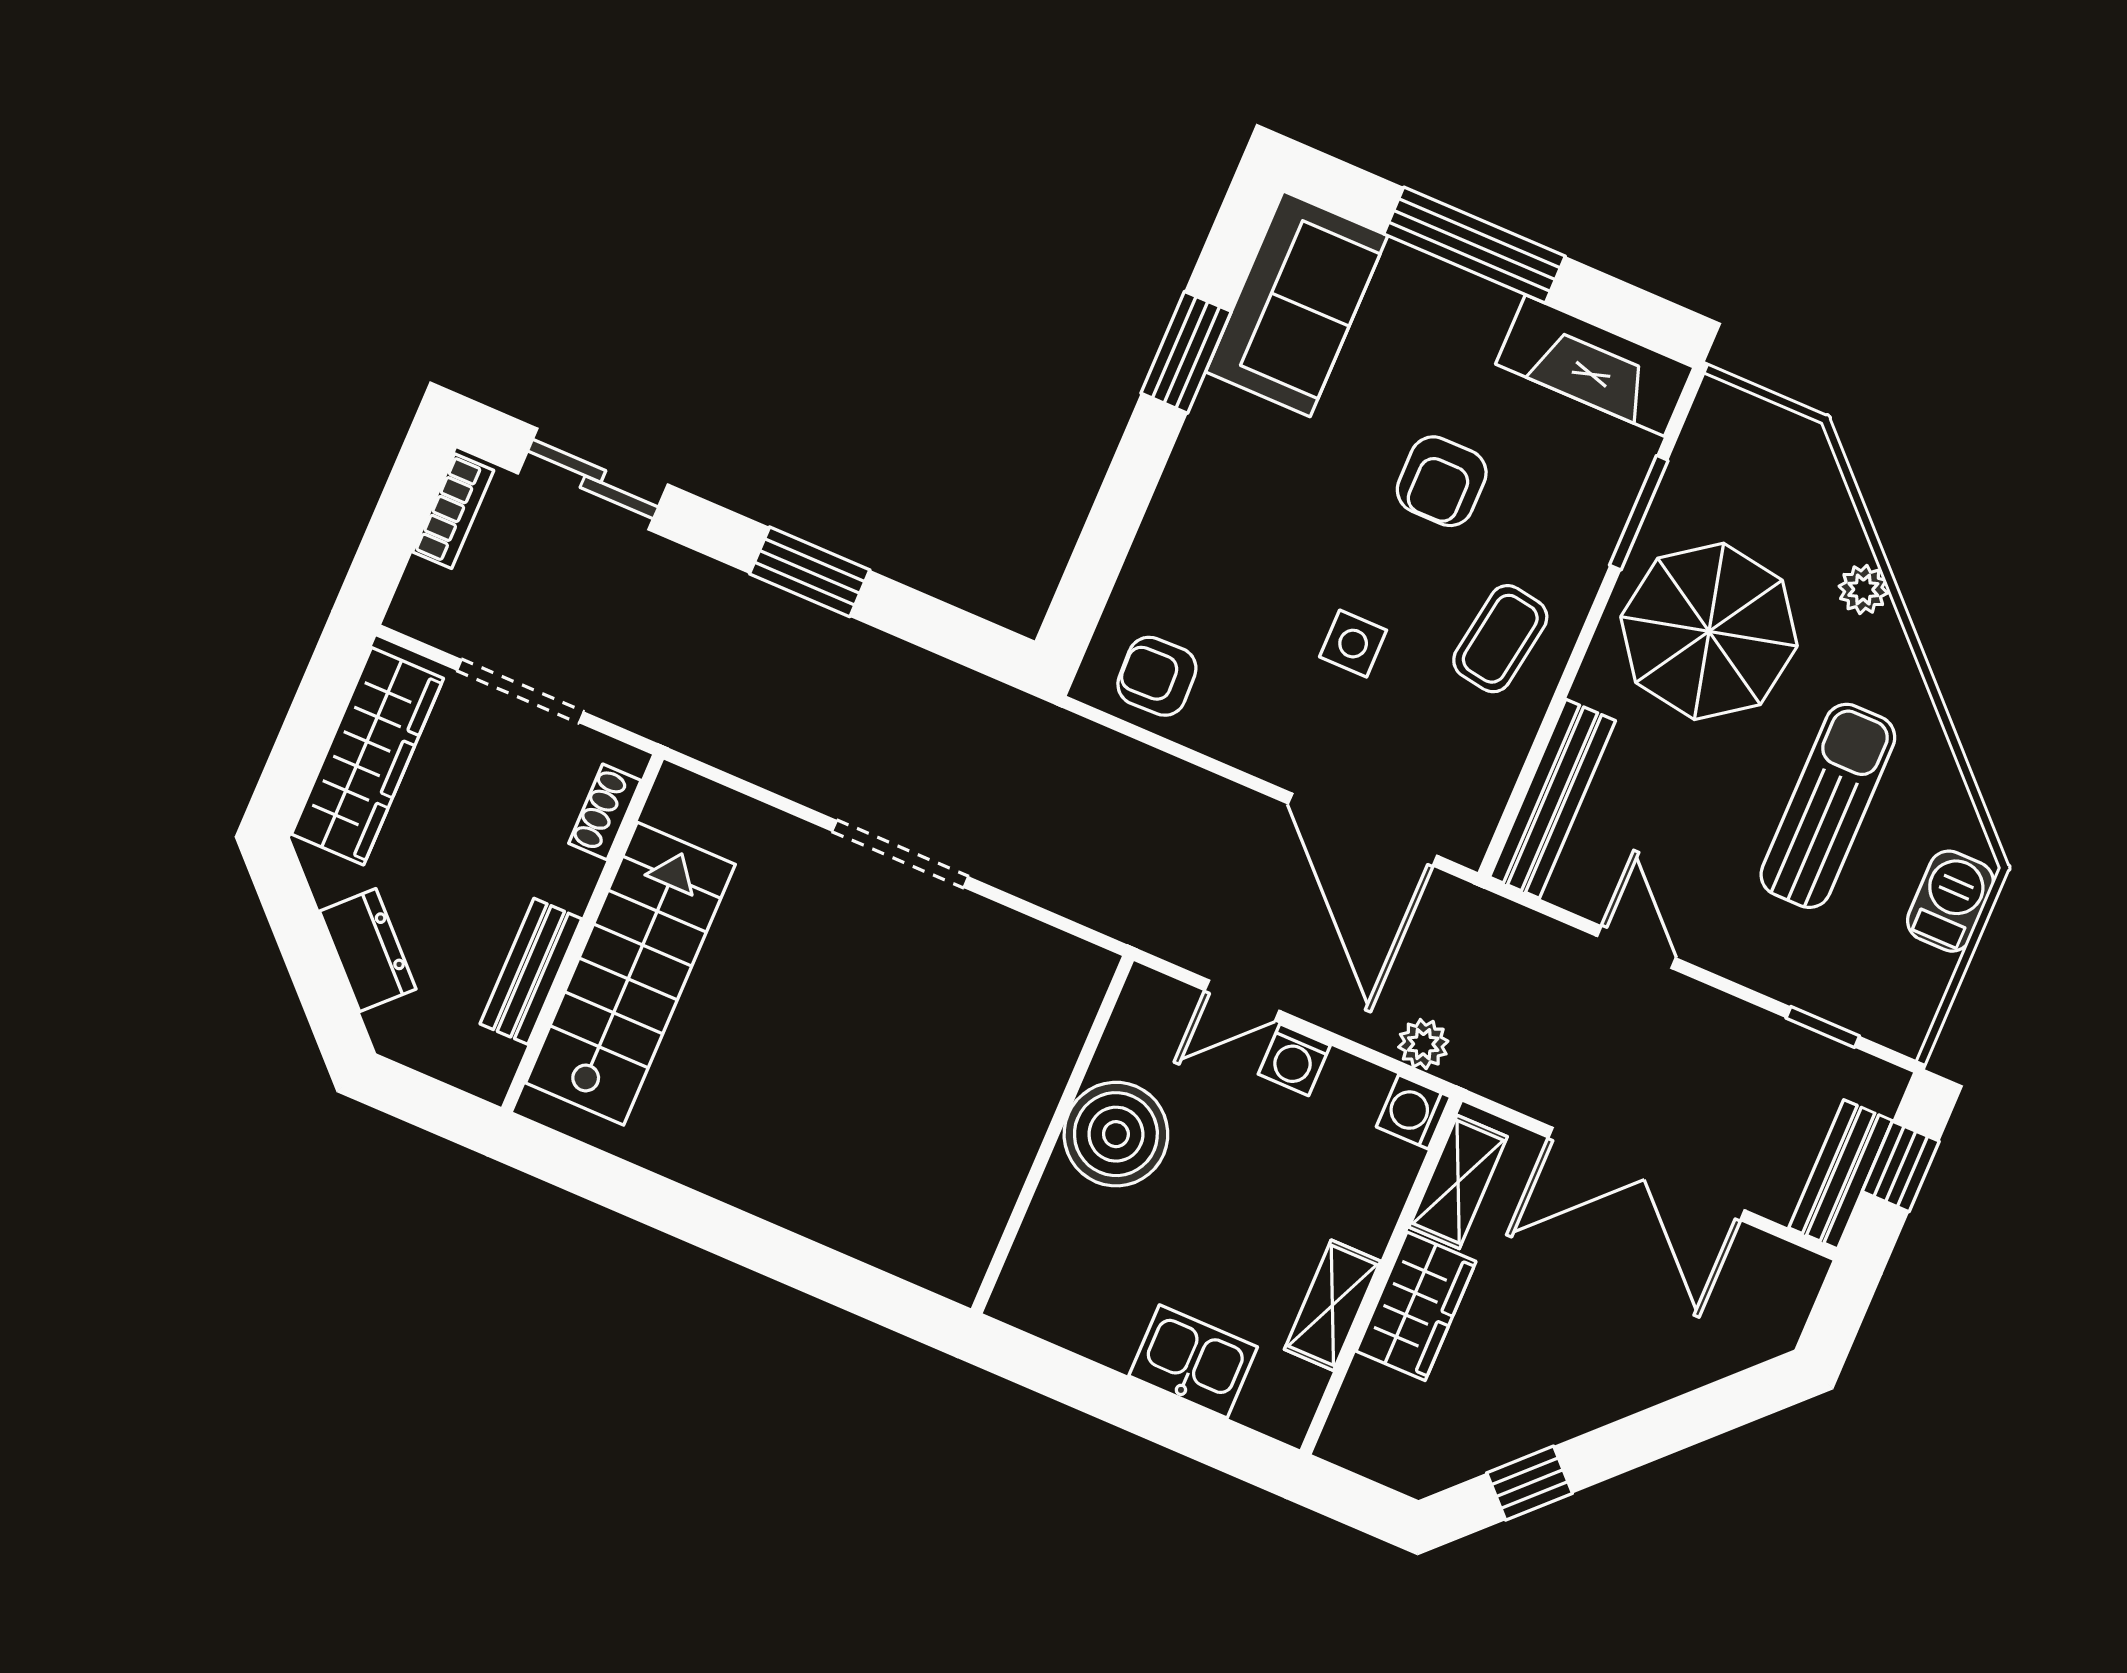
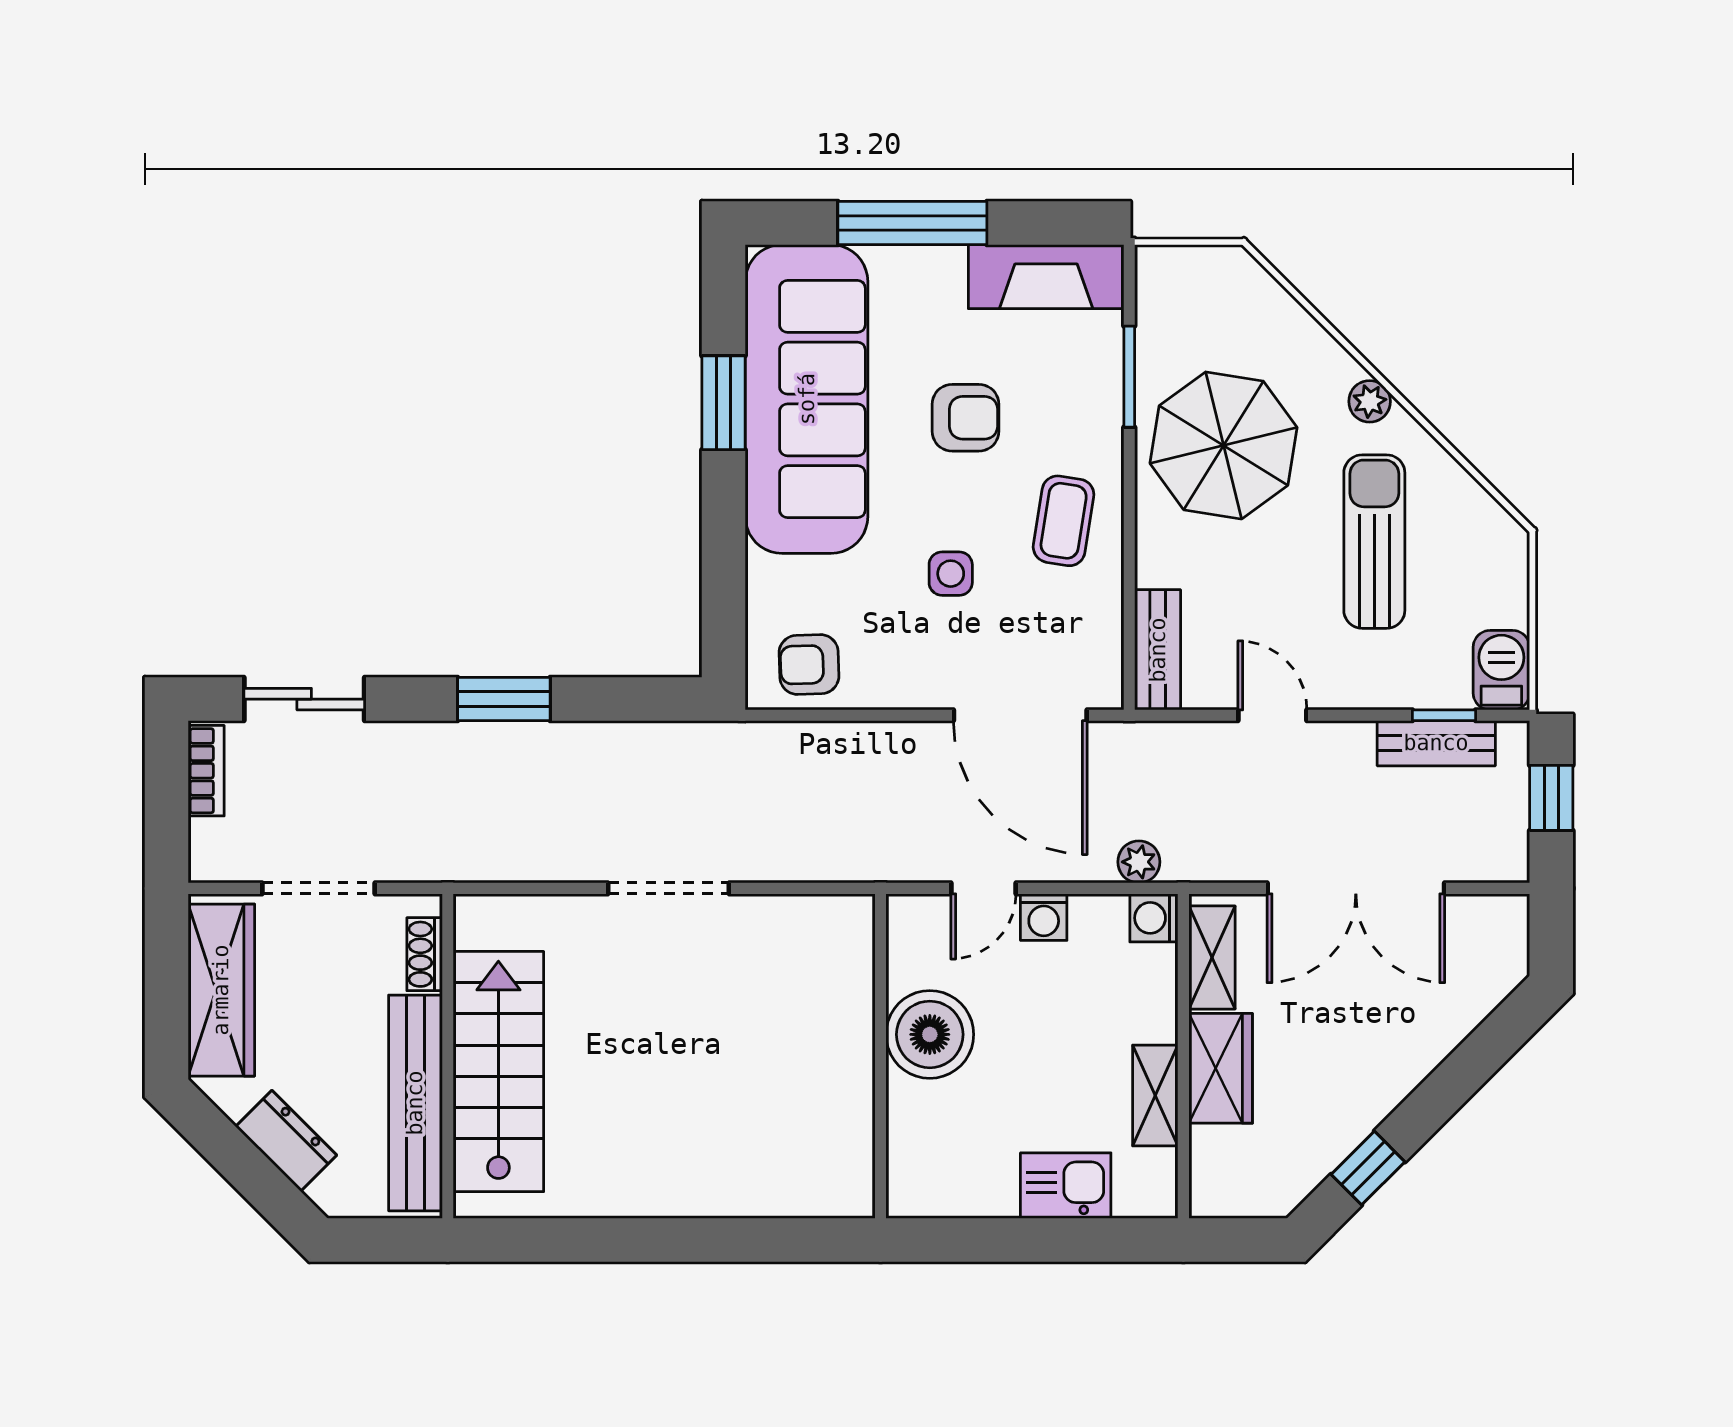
sofa: (1297, 304) -> (807, 399), width x1.85, depth x1.27
armchair: (1442, 481) -> (965, 418), turned -90
plant: (1863, 590) -> (1370, 401), moved
bench: (1553, 799) -> (1158, 650), width x0.73
barbecue: (1950, 901) -> (1501, 670), moved
bench: (531, 971) -> (415, 1103), width x1.86, depth x1.21
bench: (1841, 1174) -> (1436, 743), moved, turned 90

